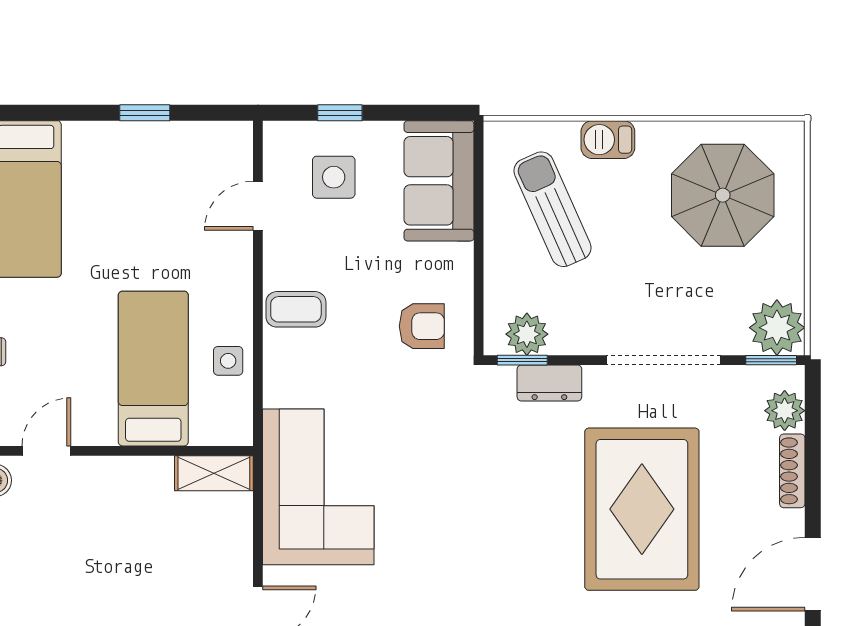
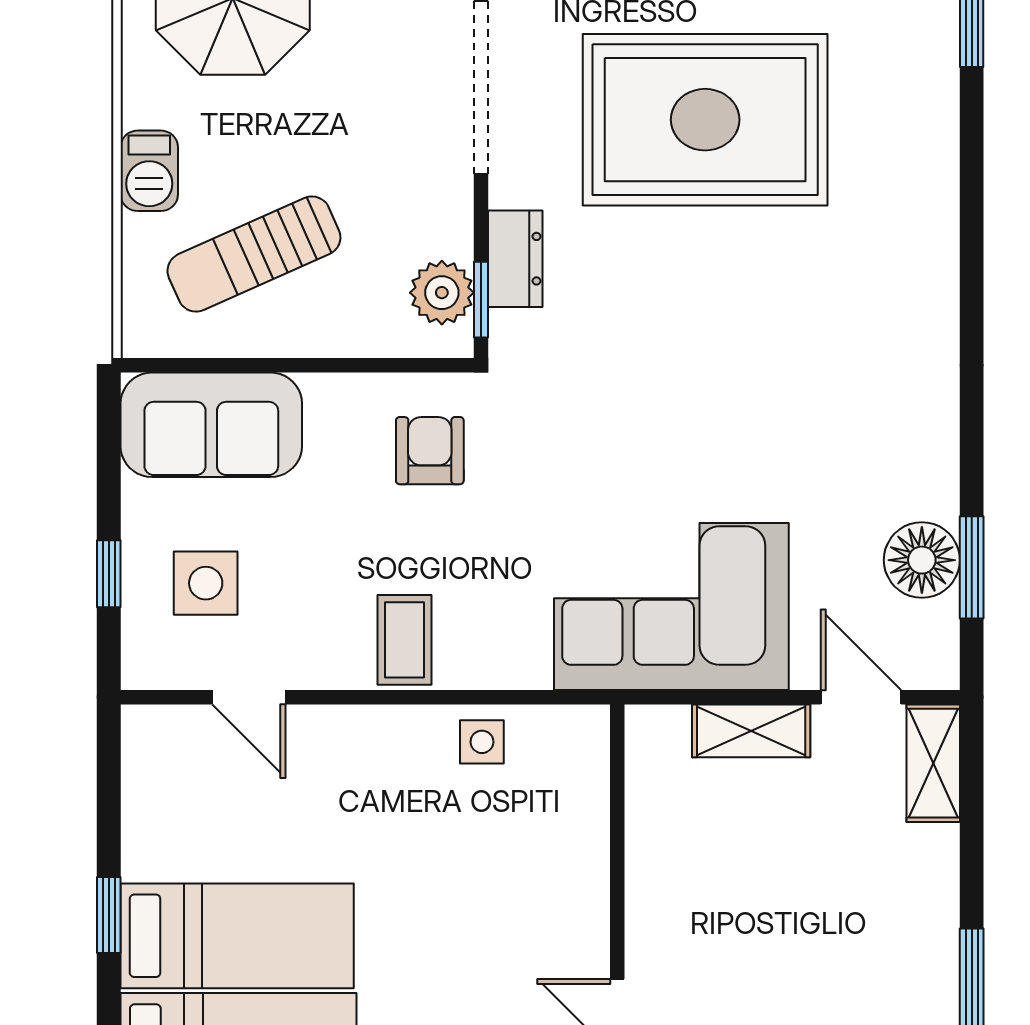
window: (145, 113) -> (109, 915), moved
bed: (153, 369) -> (237, 936), moved, turned 180
shelving: (214, 473) -> (751, 731), moved, turned 90

